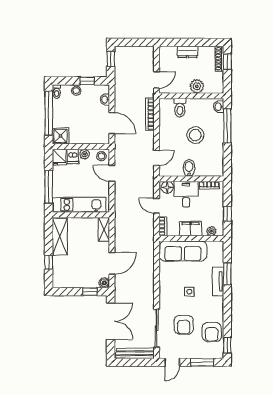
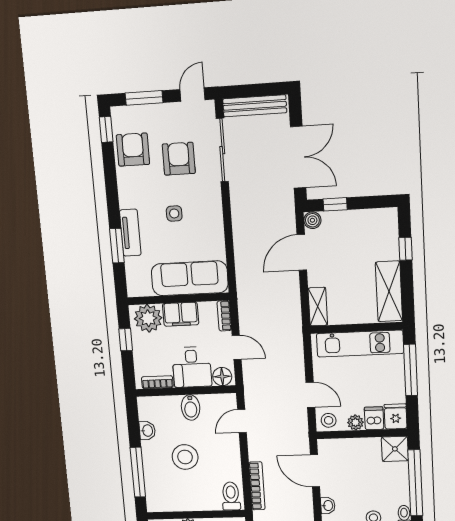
washbasin: (219, 107) -> (147, 431), moved
toilet: (180, 108) -> (231, 496), moved
plant: (211, 231) -> (148, 318), width x1.88, depth x1.88
double door: (111, 321) -> (298, 157), swing flipped

